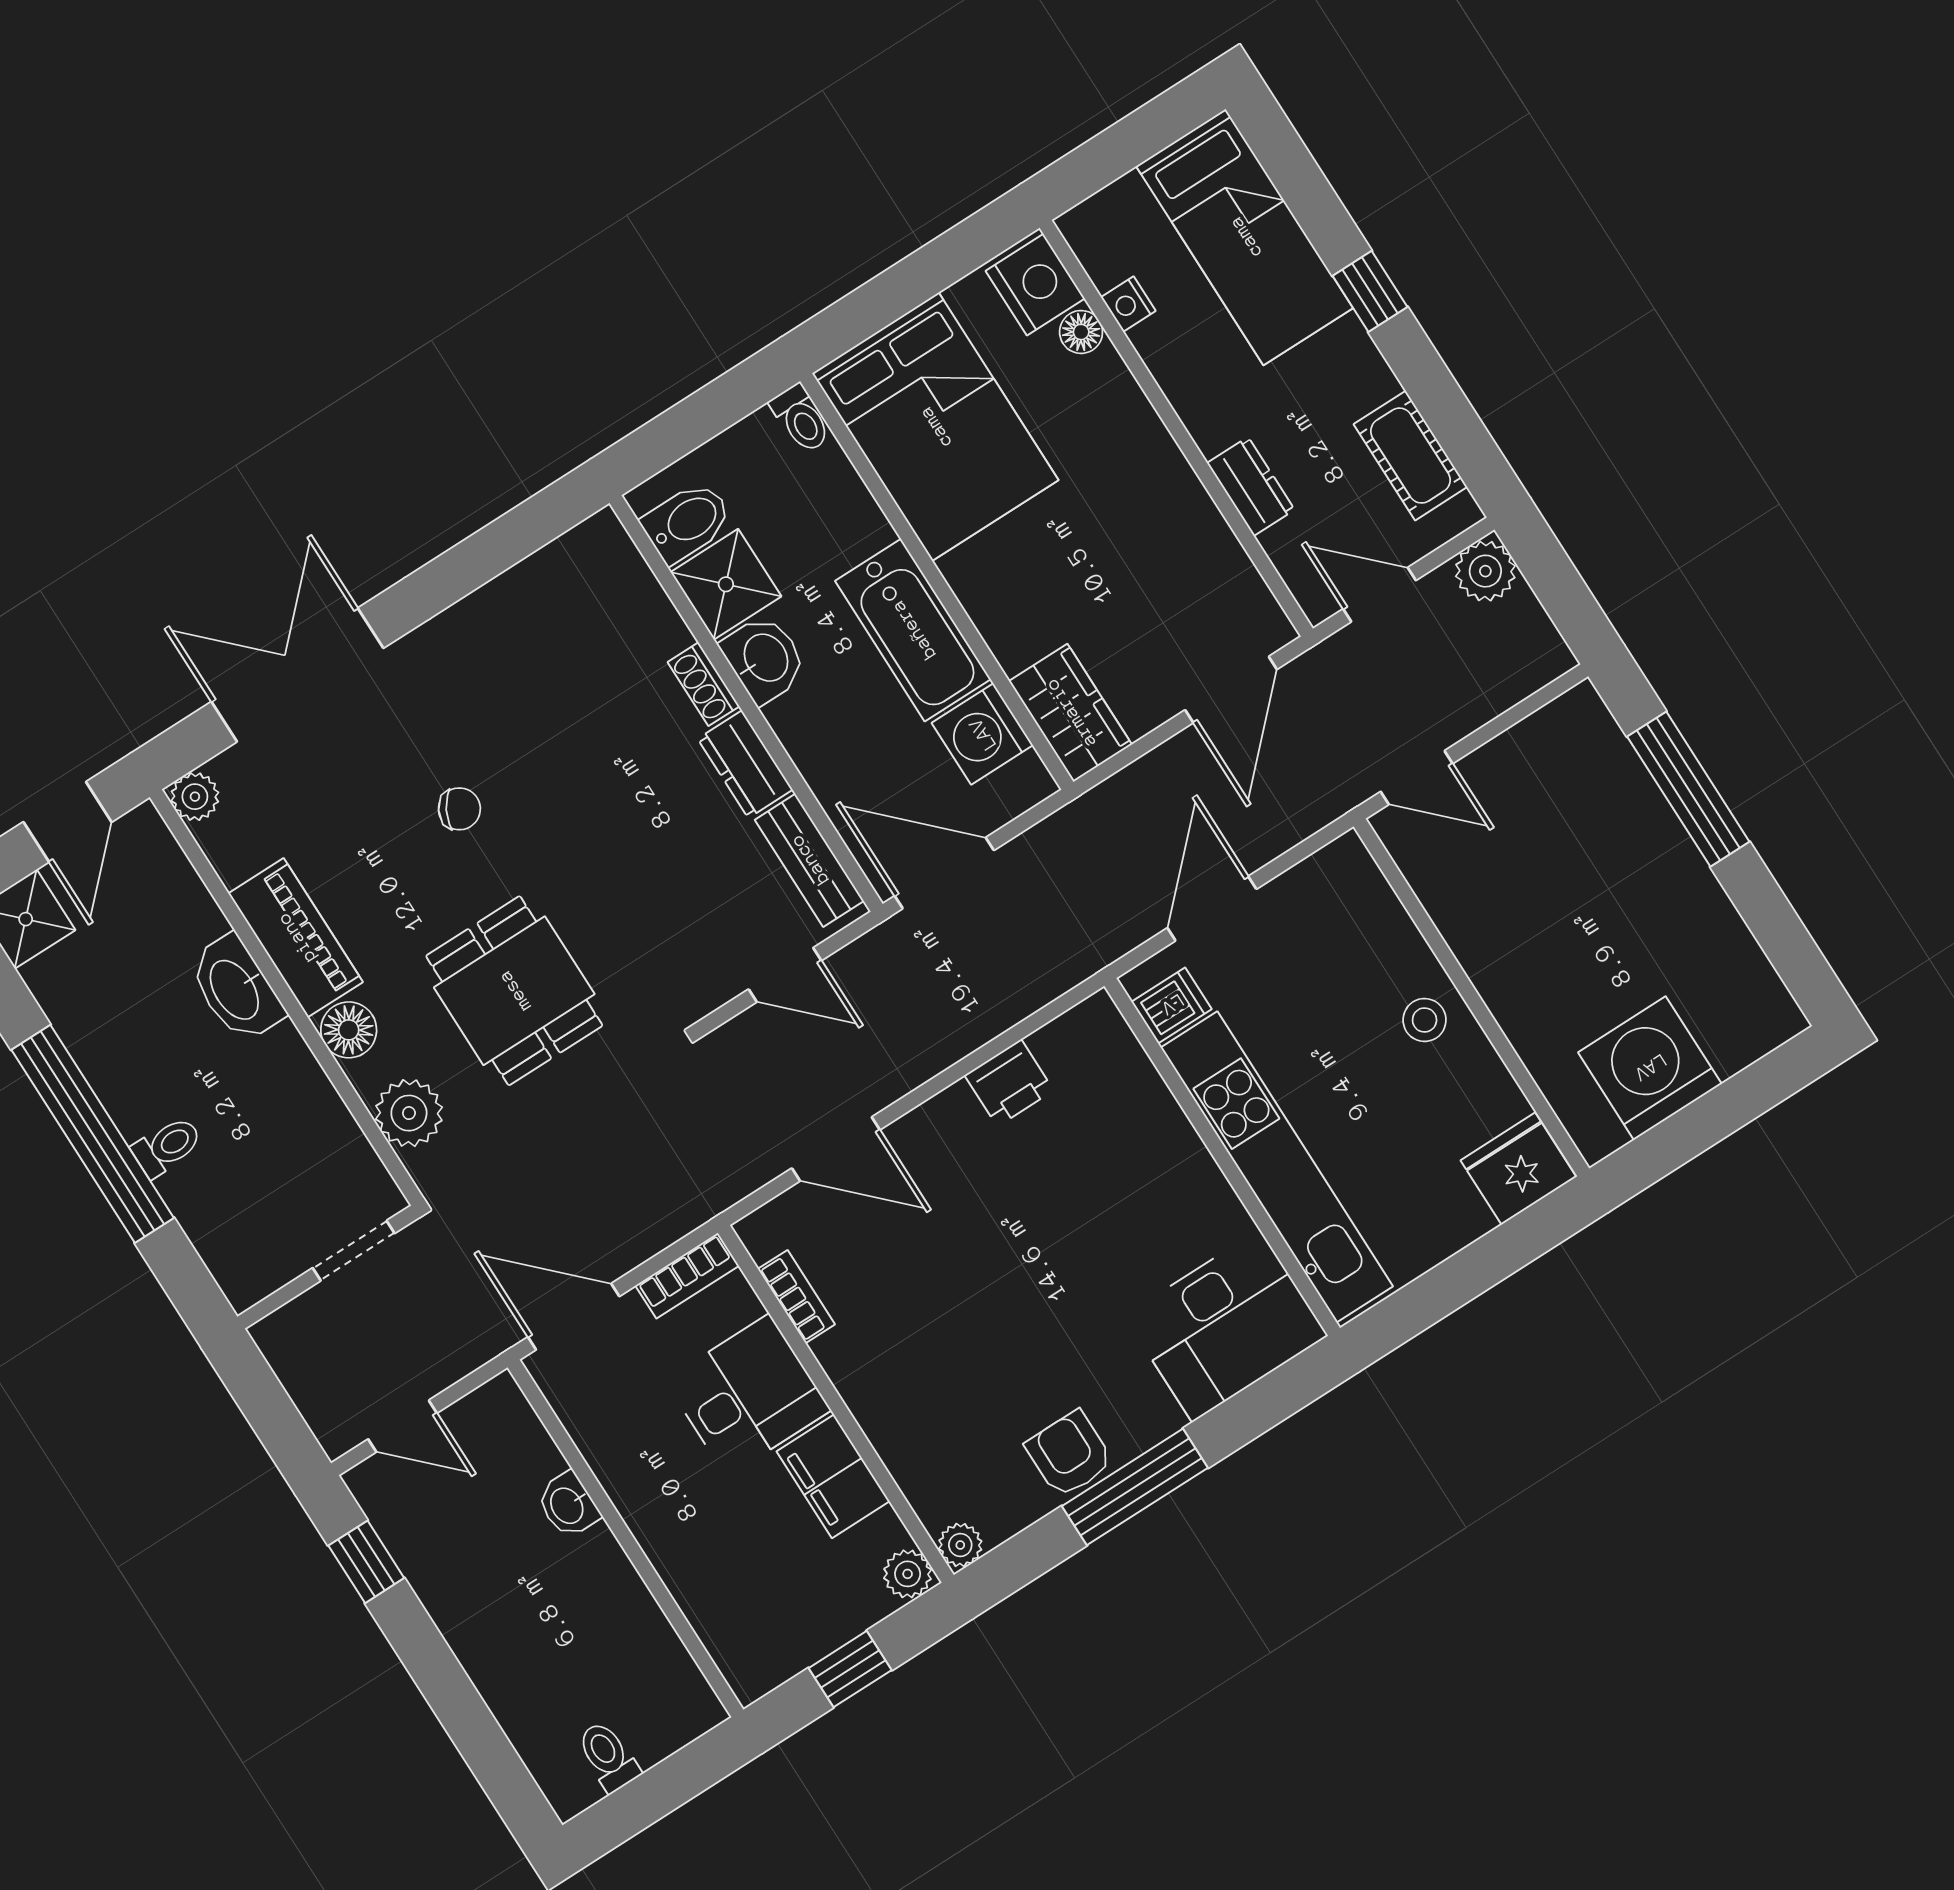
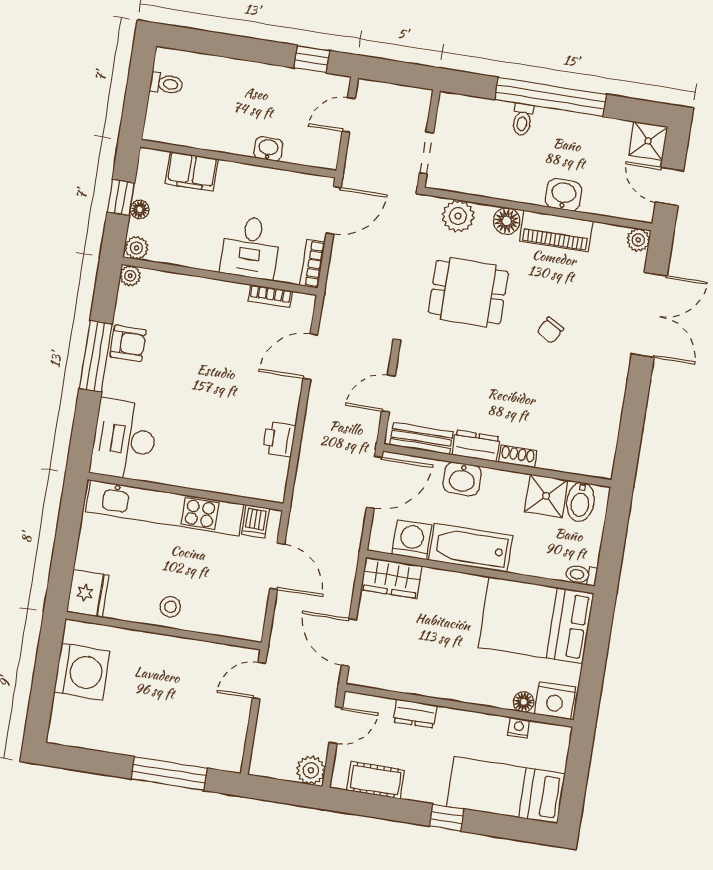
washbasin: (764, 659) -> (462, 479), moved
washbasin: (236, 989) -> (564, 195), width x0.72
filing cabinet: (833, 1476) -> (192, 171), moved, turned 180
floor lamp: (843, 1623) -> (140, 209), added

